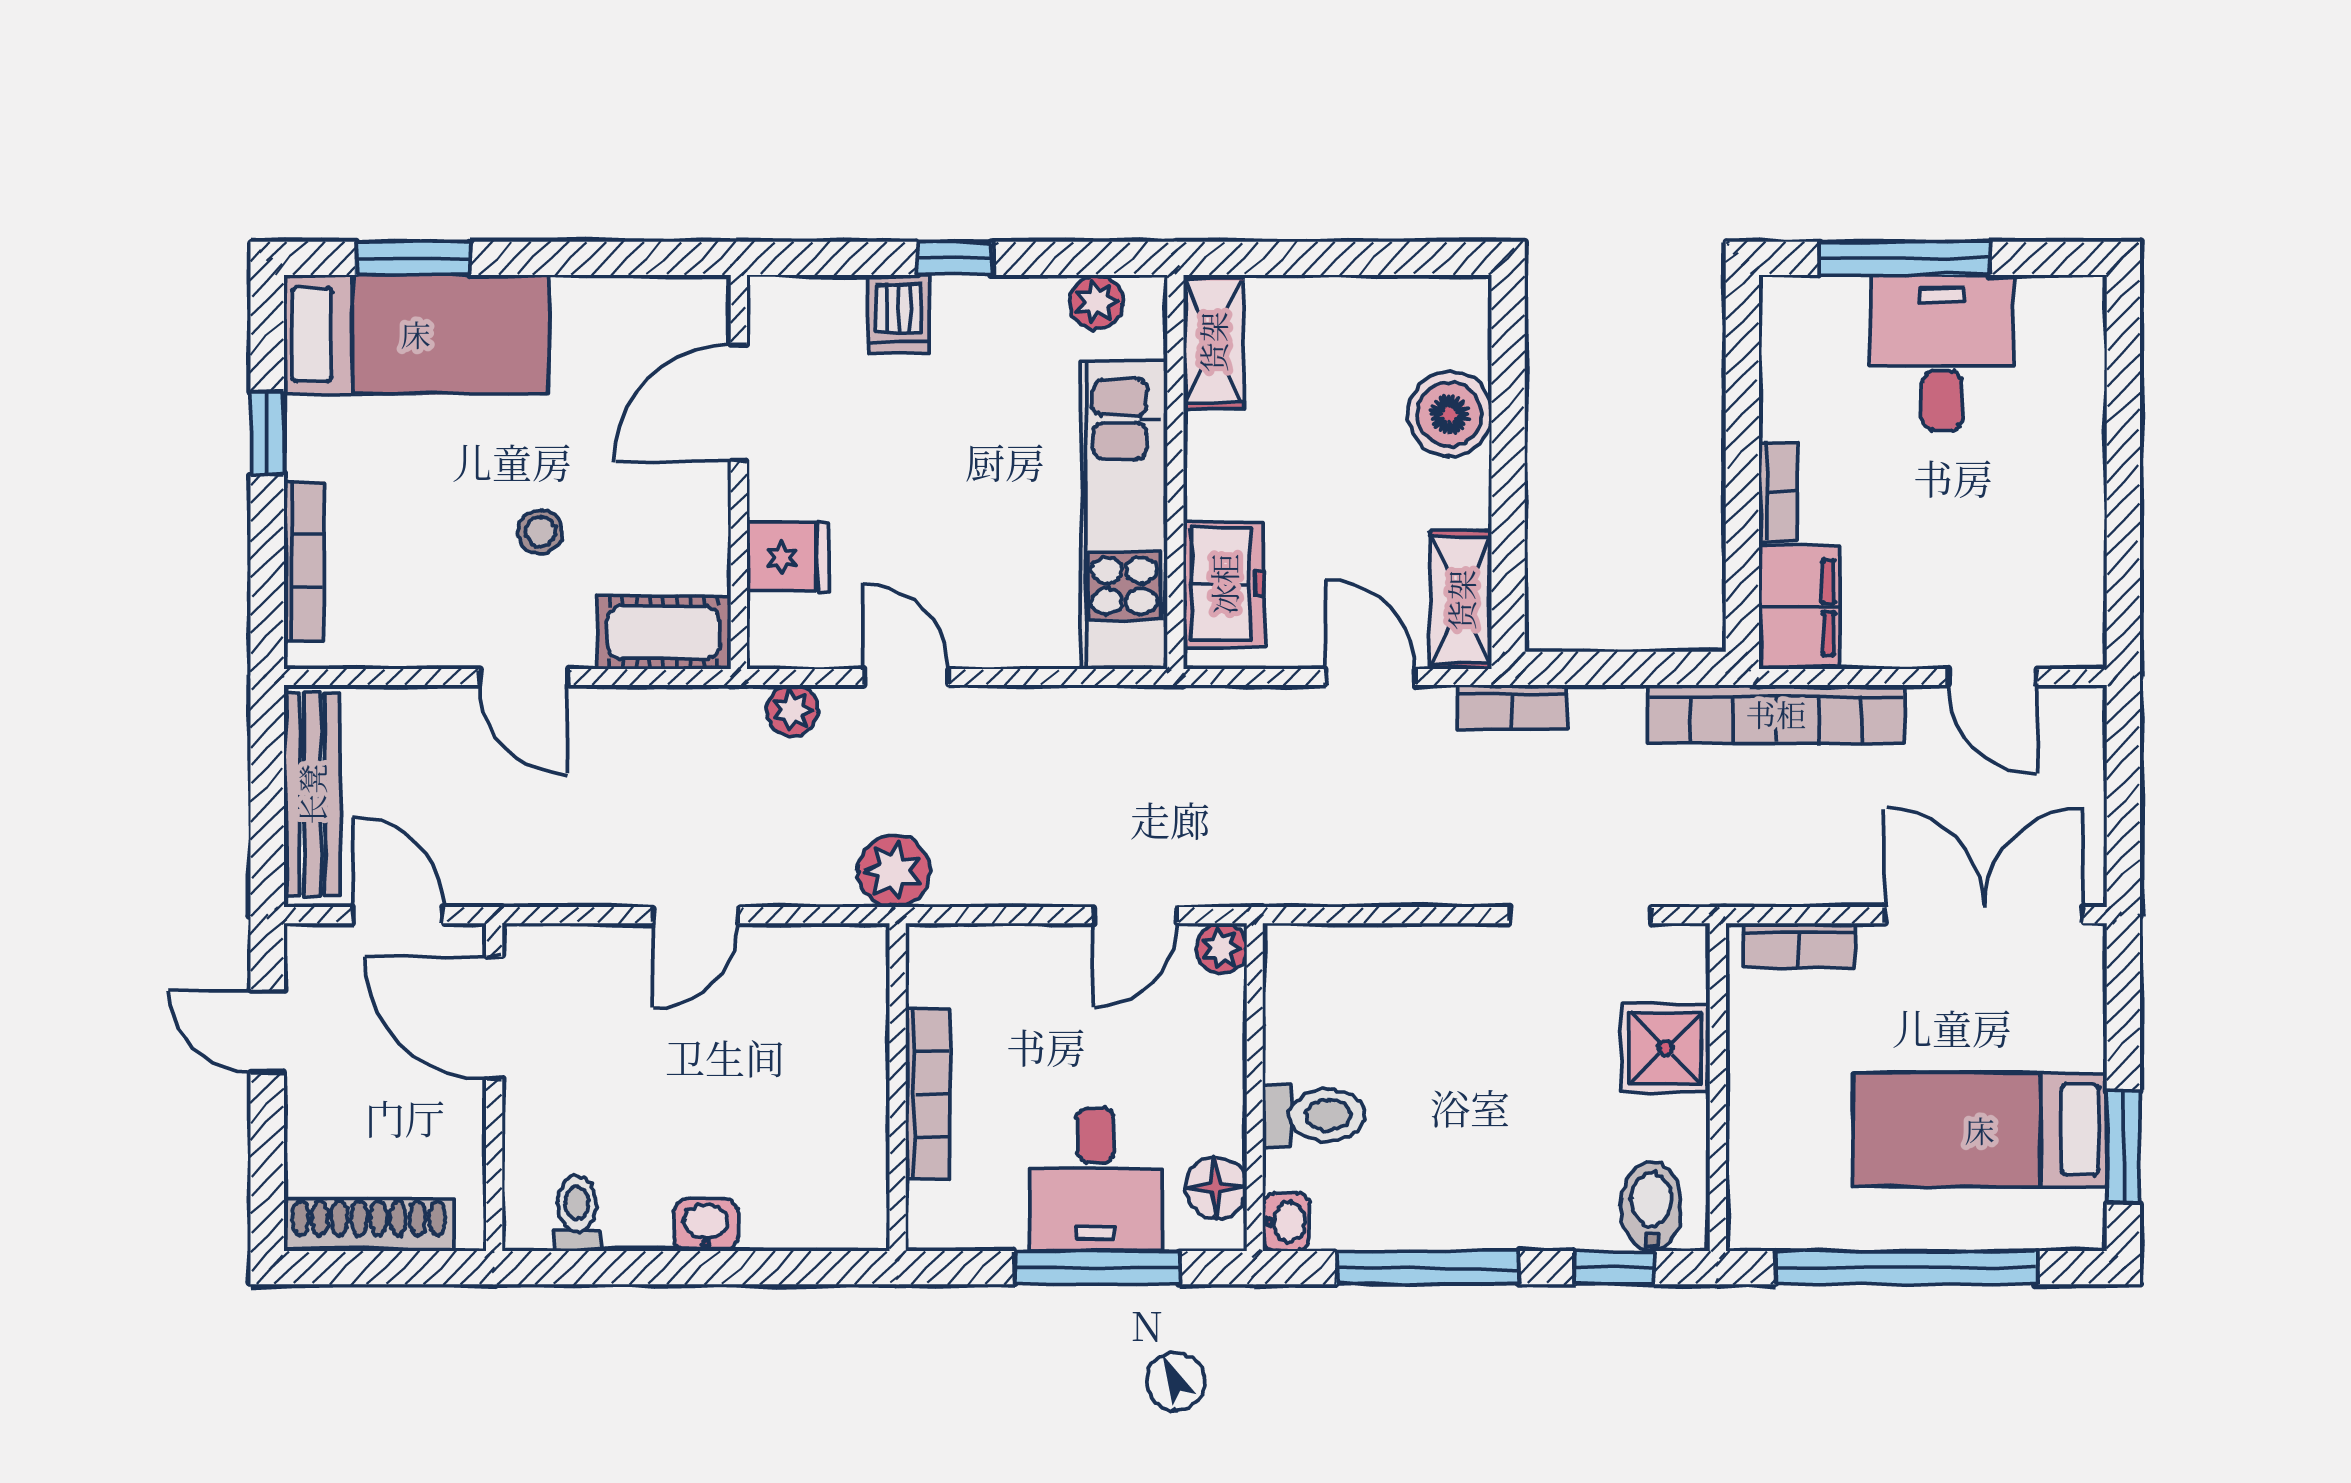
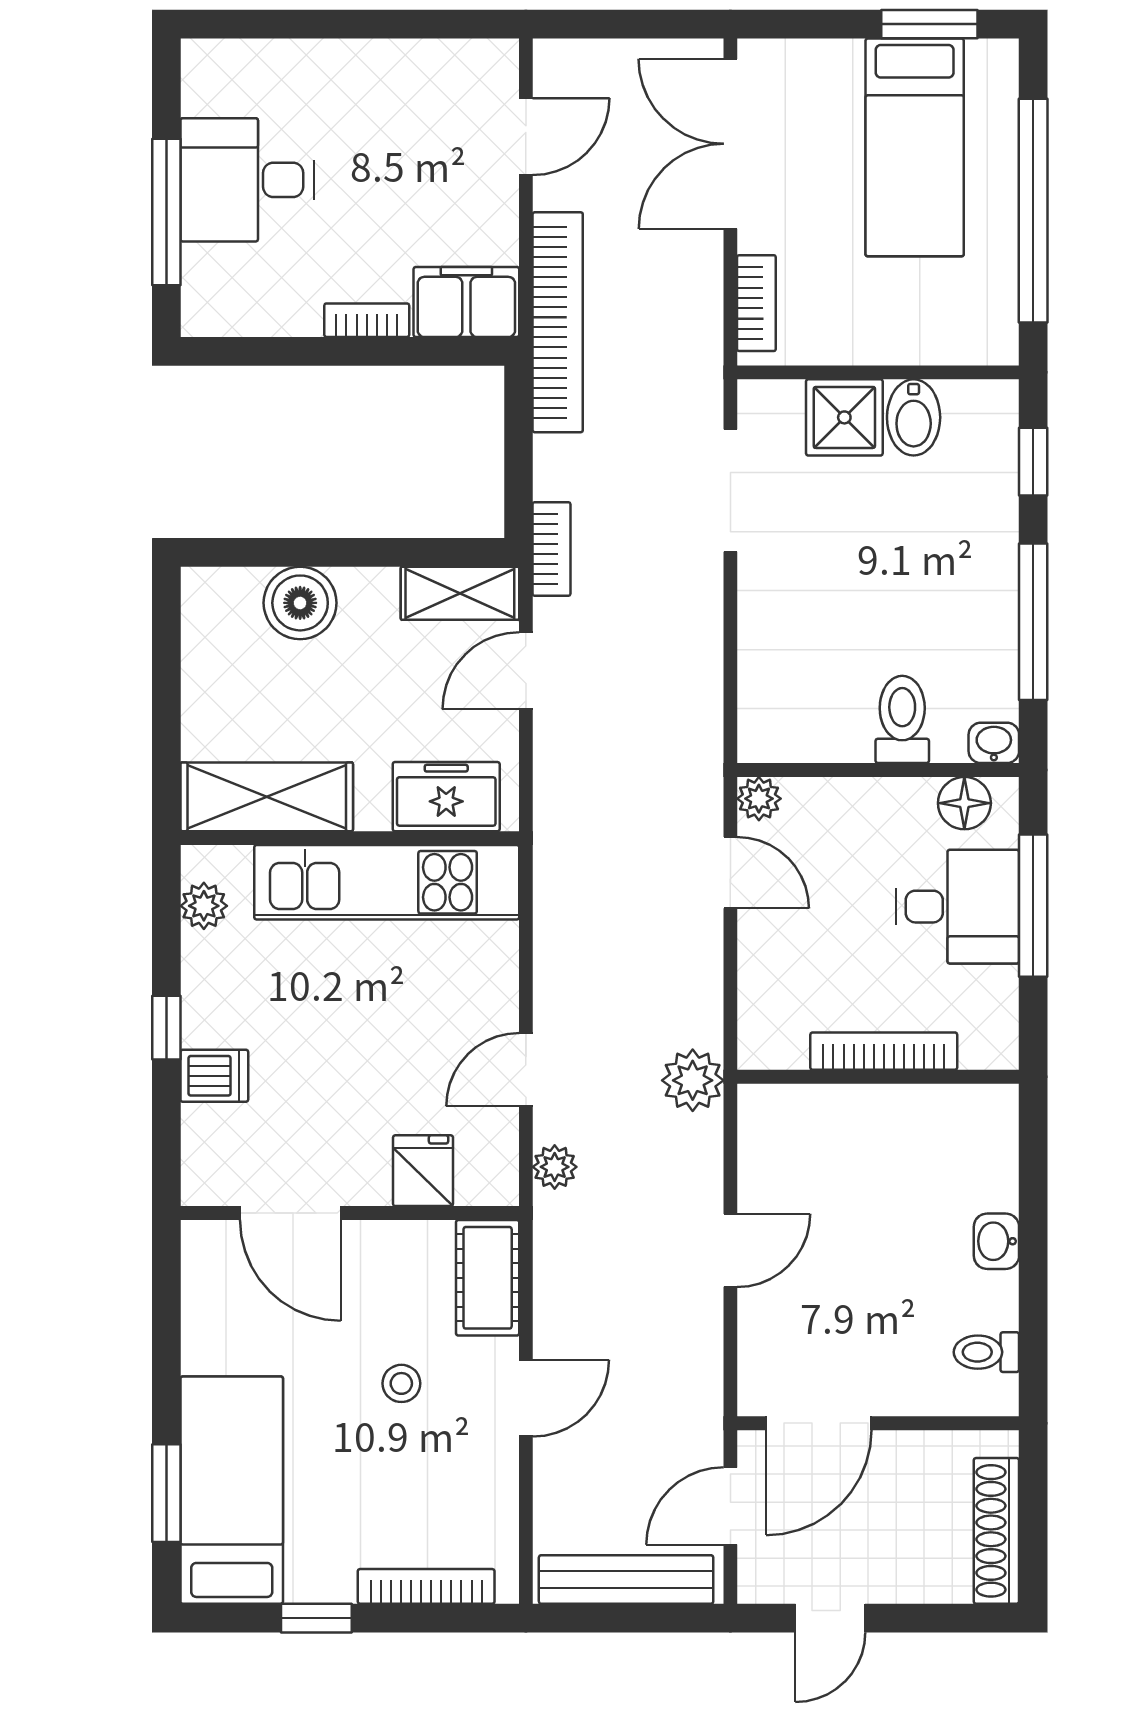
shelving: (1213, 342) -> (267, 797), width x1.50, depth x1.33
door: (695, 915) -> (730, 1250), hinge flipped
bidet: (1651, 1207) -> (914, 417), moved, turned -90

